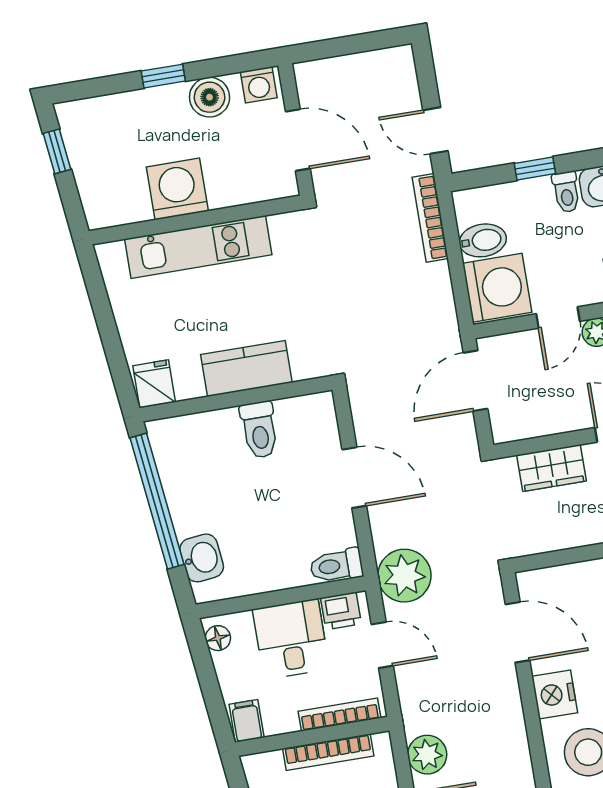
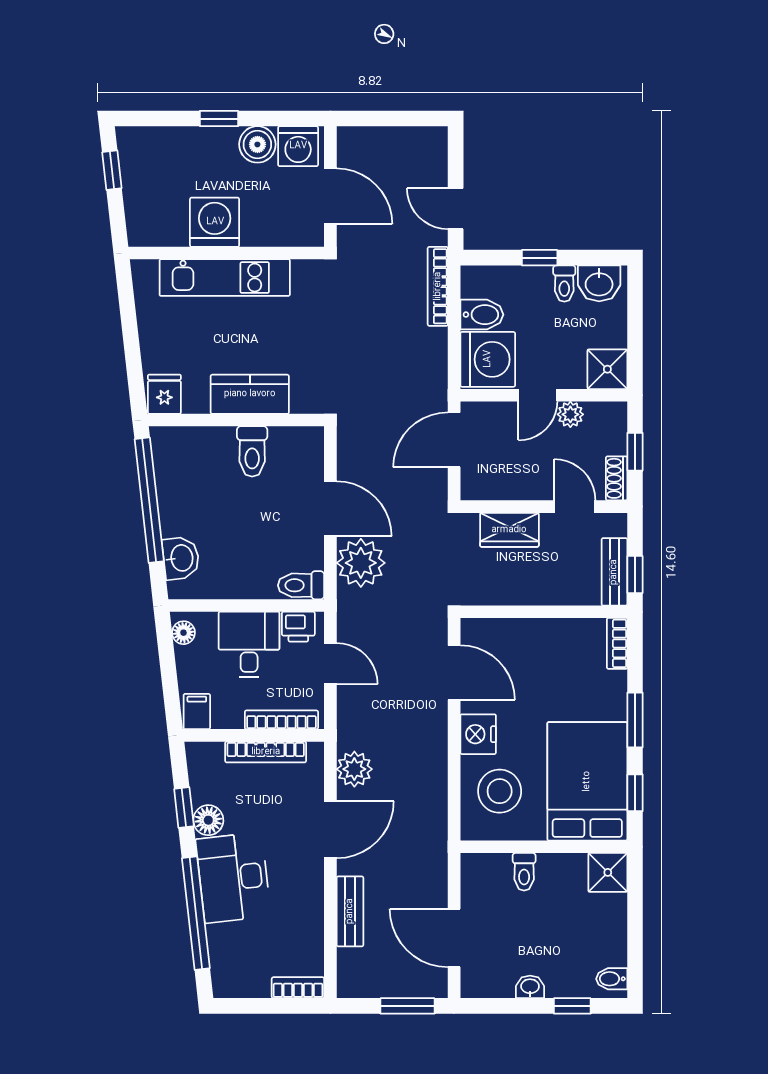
washing machine: (259, 85) -> (298, 146), width x1.38, depth x1.38
plant: (404, 576) -> (361, 563), moved

